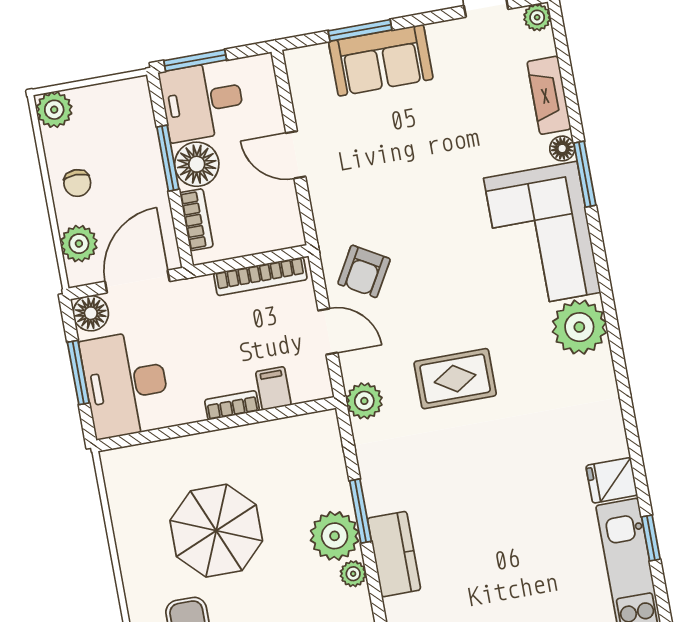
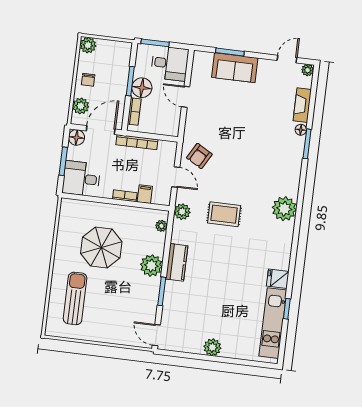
desk: (202, 101) -> (170, 63), moved, turned 180
corner sofa: (542, 235) -> (281, 164), removed
bookcase: (260, 276) -> (137, 142), moved
desk: (126, 384) -> (81, 179), width x0.73
window: (360, 511) -> (162, 291), moved
kitchen counter: (394, 554) -> (177, 262), moved
plant: (353, 574) -> (161, 226), moved

